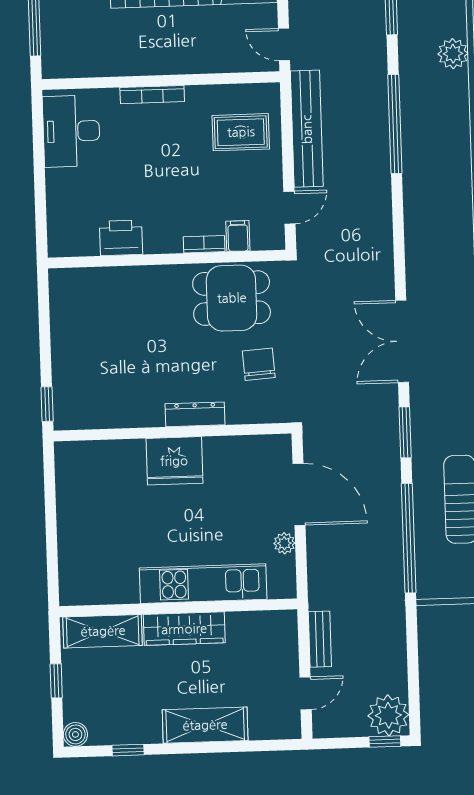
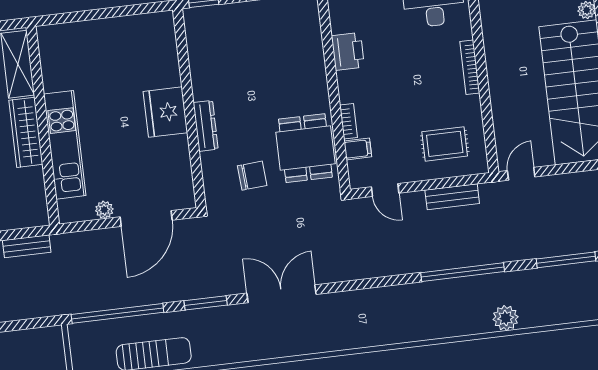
plant: (453, 54) -> (506, 318), moved
bench: (307, 129) -> (452, 197), width x0.54, depth x0.82
rug: (241, 132) -> (445, 144), turned 90

